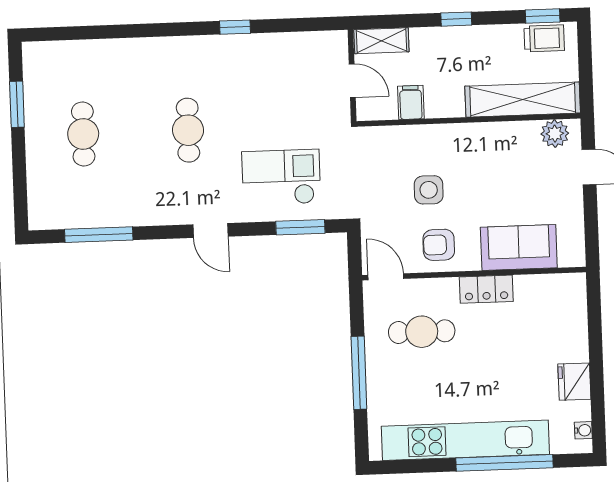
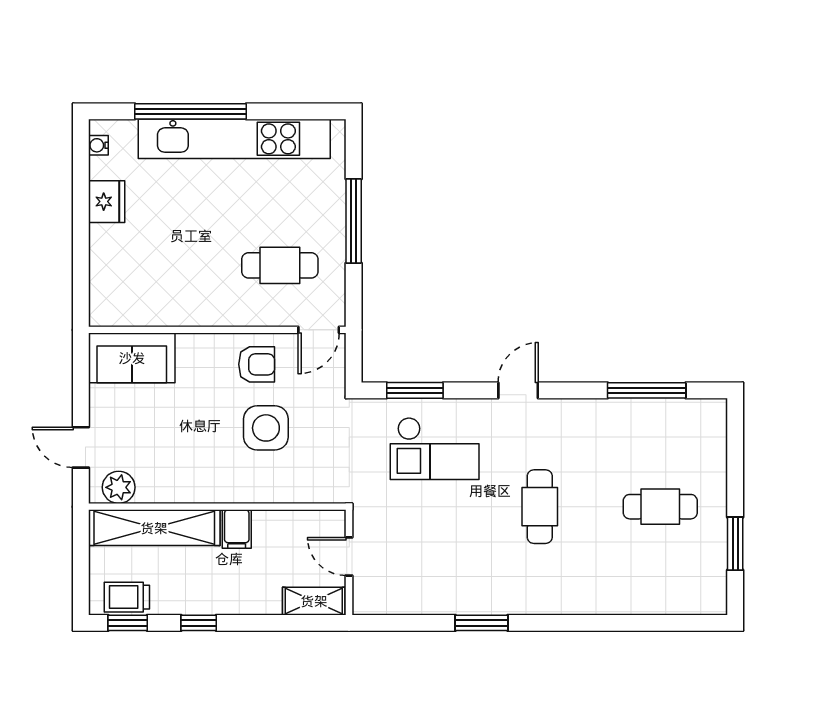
window: (456, 19) -> (199, 623), moved
window: (235, 27) -> (481, 623), width x1.50
filing cabinet: (411, 102) -> (237, 529), moved
cafe table: (83, 134) -> (660, 507), turned 90
side table: (429, 190) -> (266, 428), width x1.37, depth x1.37
door: (211, 231) -> (518, 390), hinge flipped
sofa: (519, 247) -> (132, 358), moved
door: (386, 277) -> (319, 330), hinge flipped
locker: (486, 289) -> (204, 311), removed

